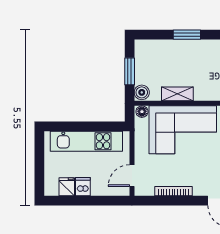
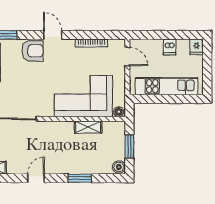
boiler: (142, 92) -> (119, 167), moved
door: (132, 176) -> (127, 57), hinge flipped
fridge: (67, 187) -> (196, 47), moved

